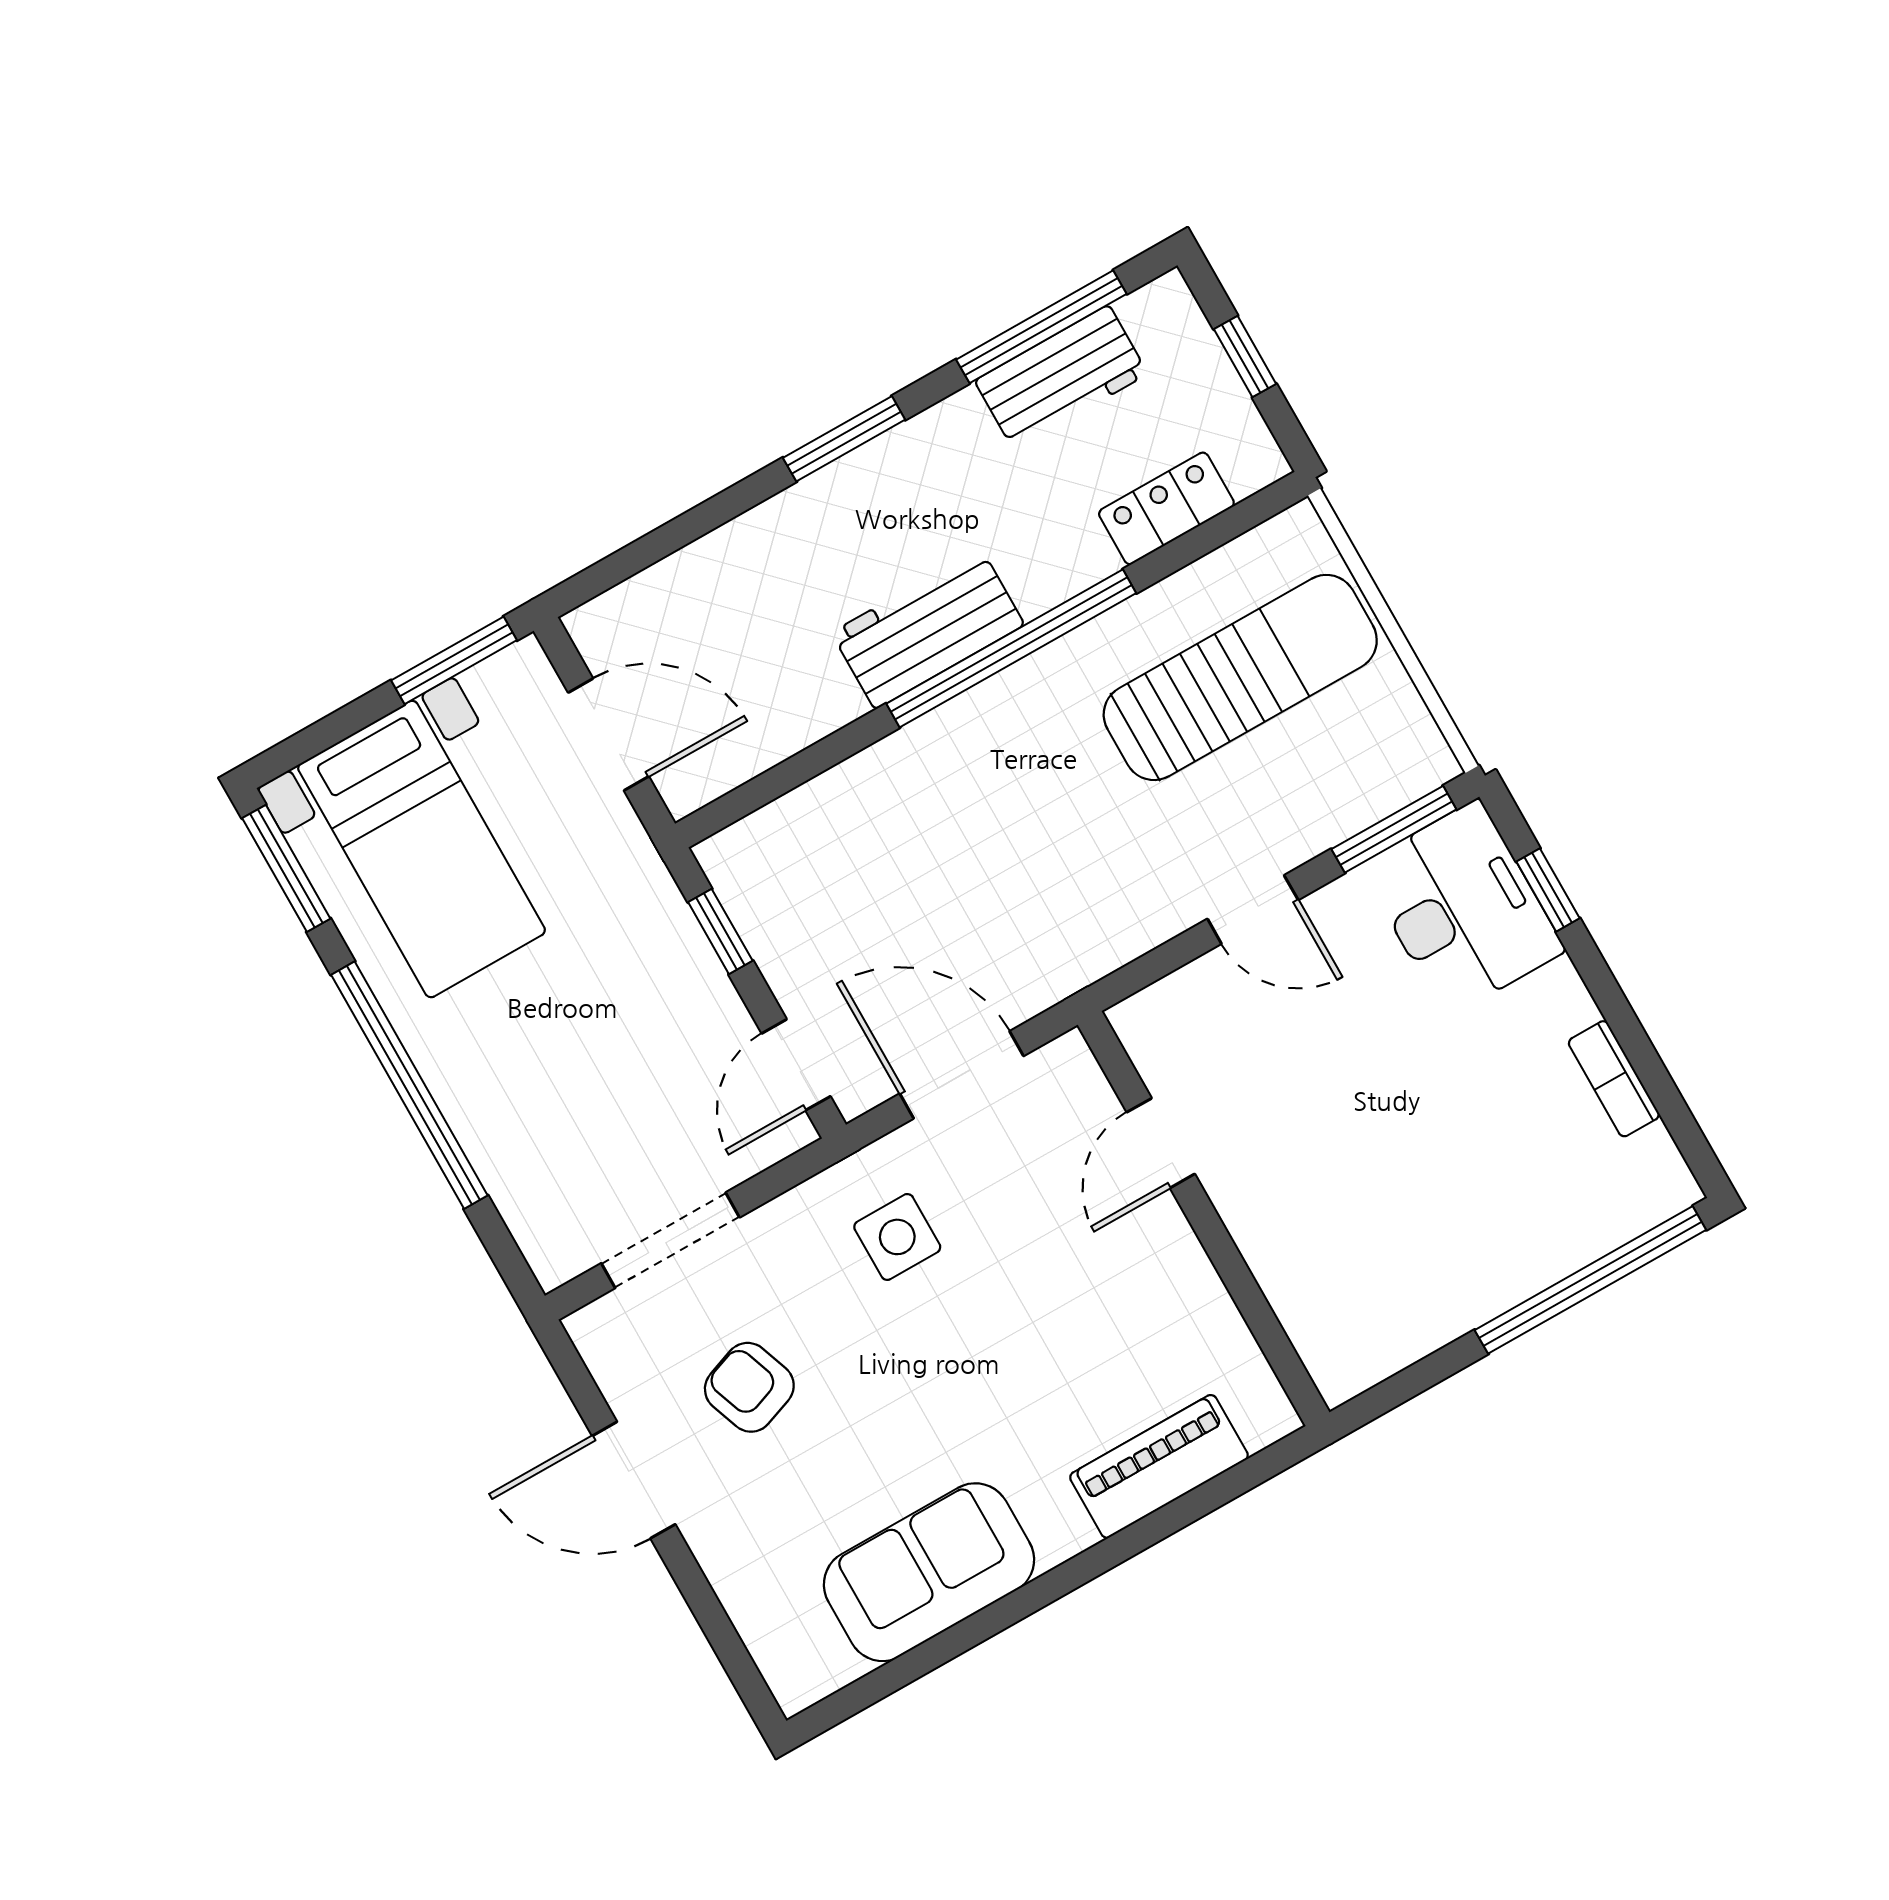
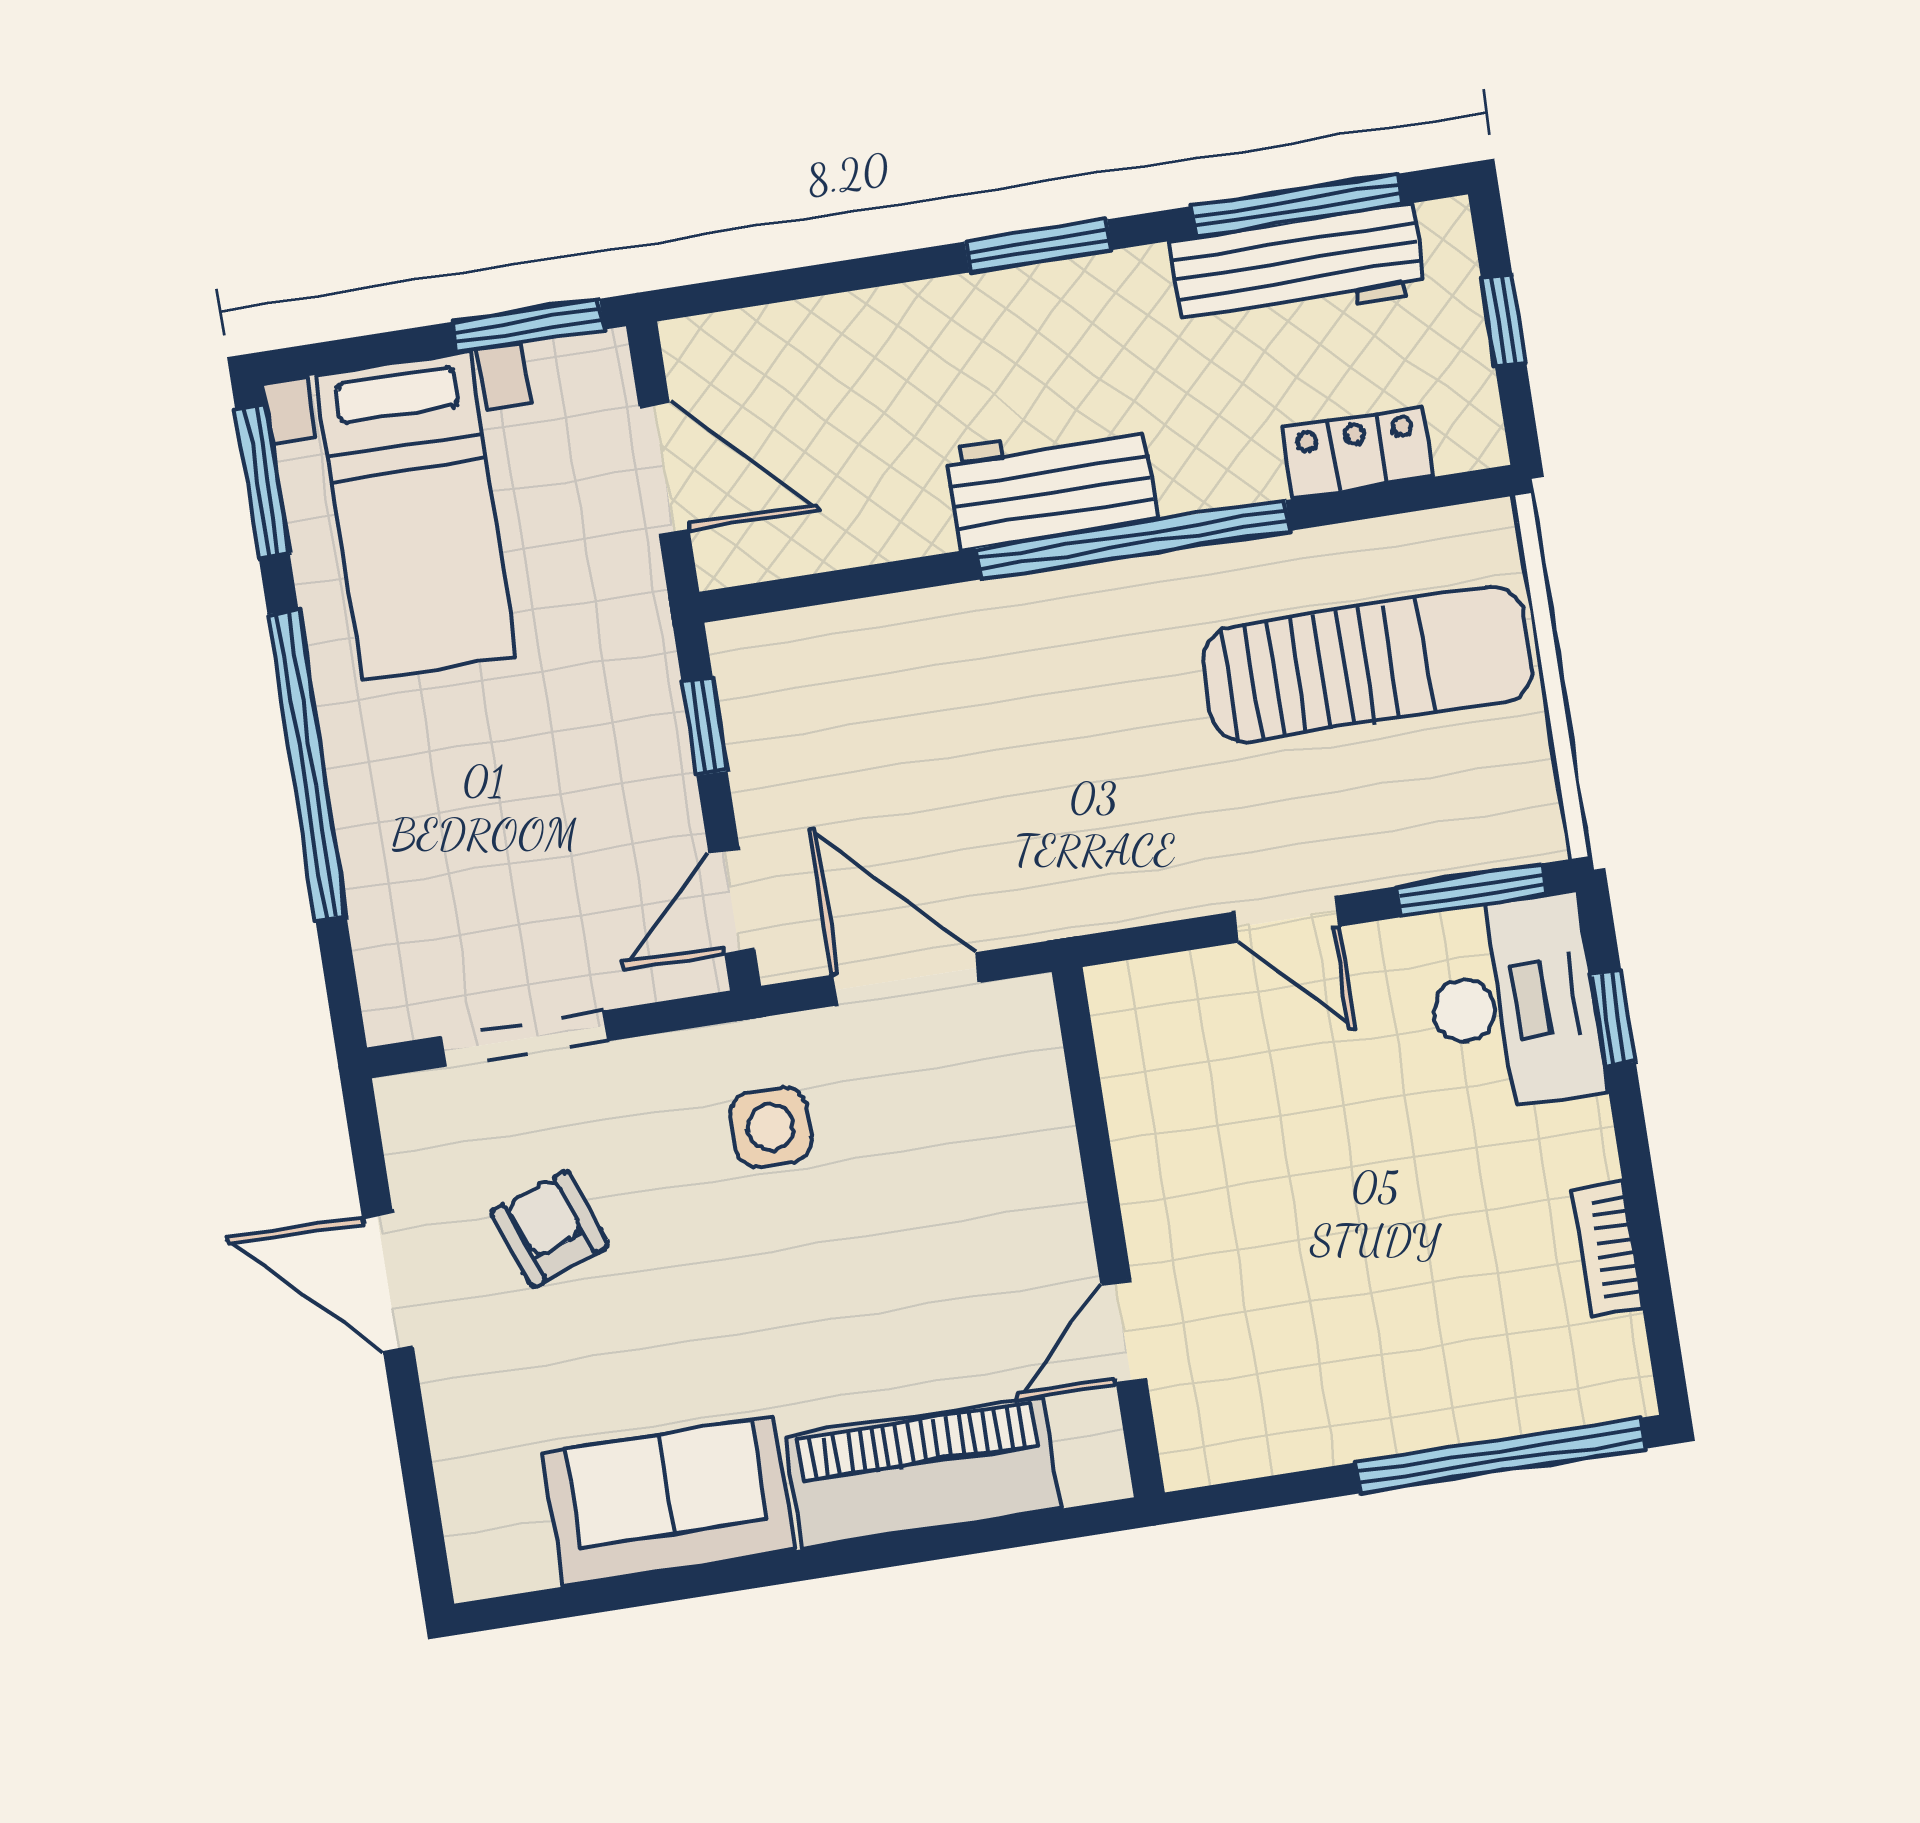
workbench: (1061, 377) -> (1297, 268), width x1.38
door: (1161, 1143) -> (1124, 1332), moved
piano: (1159, 1466) -> (922, 1473), width x1.37, depth x1.33

